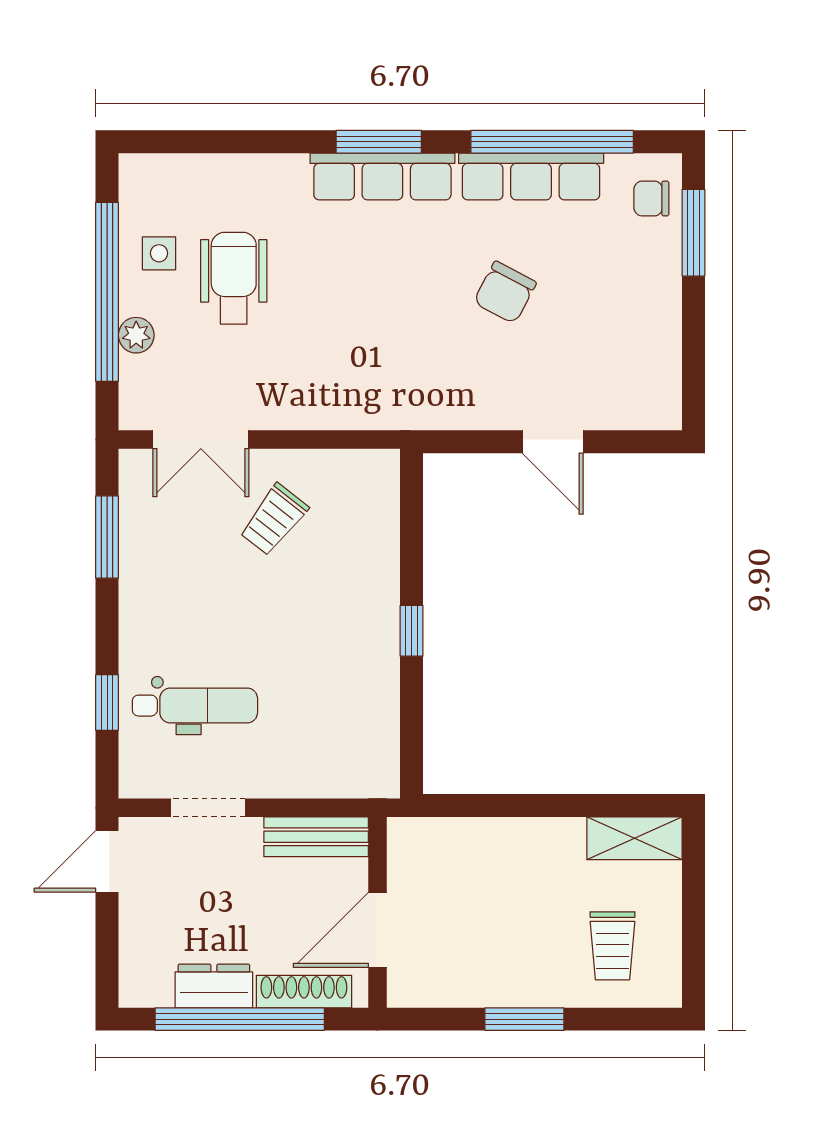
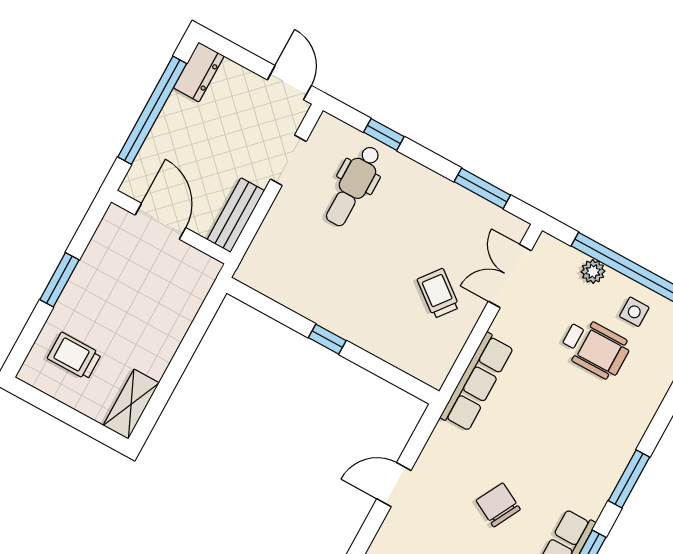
row of seats: (382, 177) -> (477, 382), moved, turned 180
dresser: (214, 986) -> (199, 72), moved
shoe rack: (304, 992) -> (148, 157), removed

